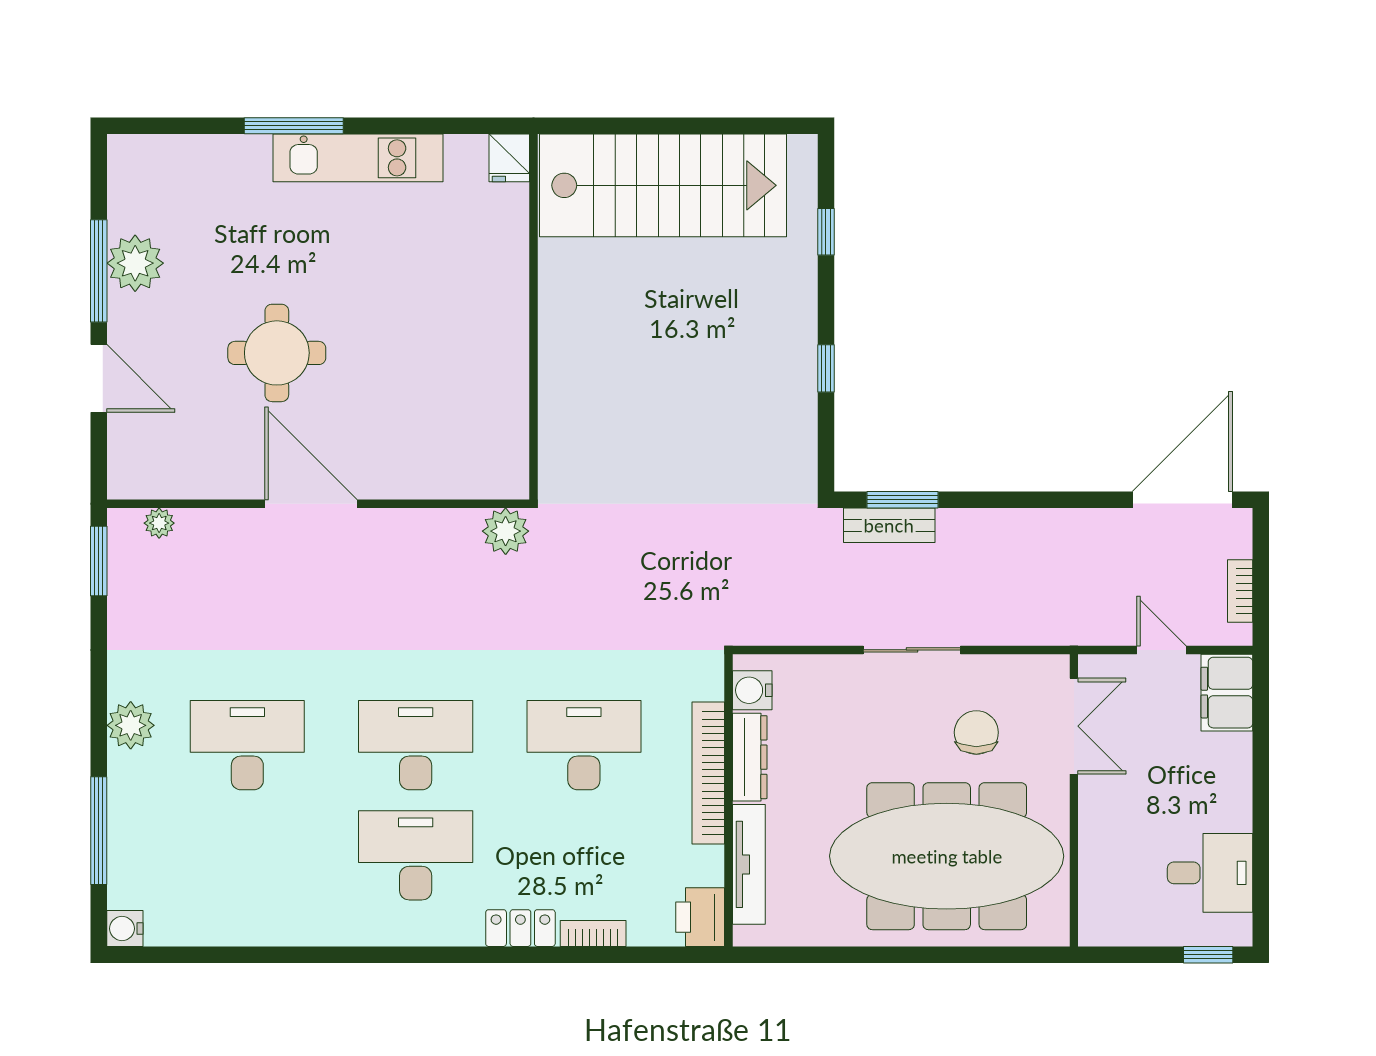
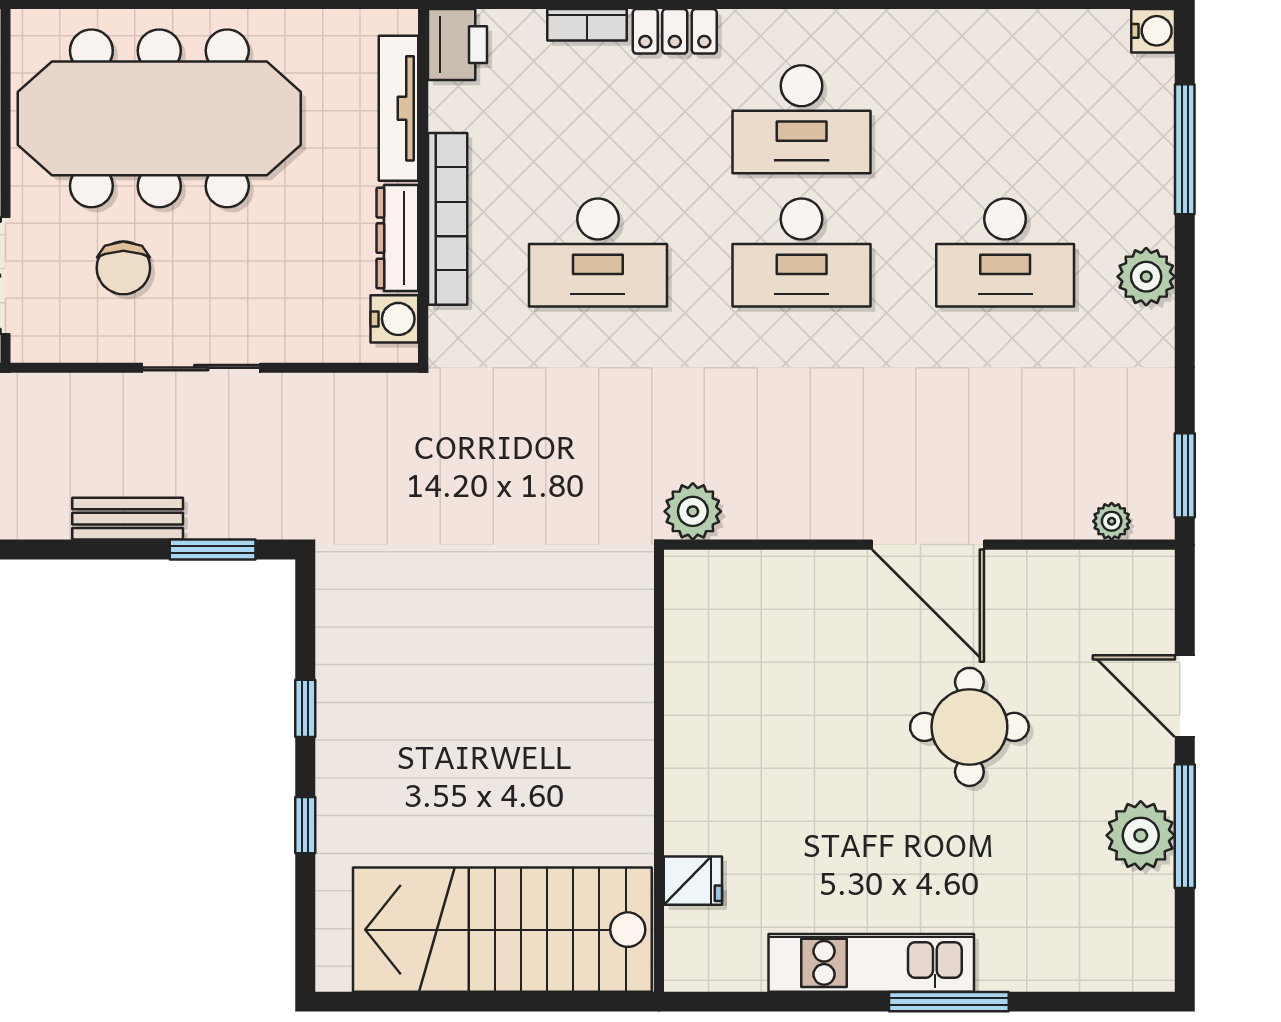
fridge: (509, 158) -> (693, 881), moved, turned 90
window: (826, 232) -> (305, 825), moved
bench: (889, 525) -> (128, 519), moved

